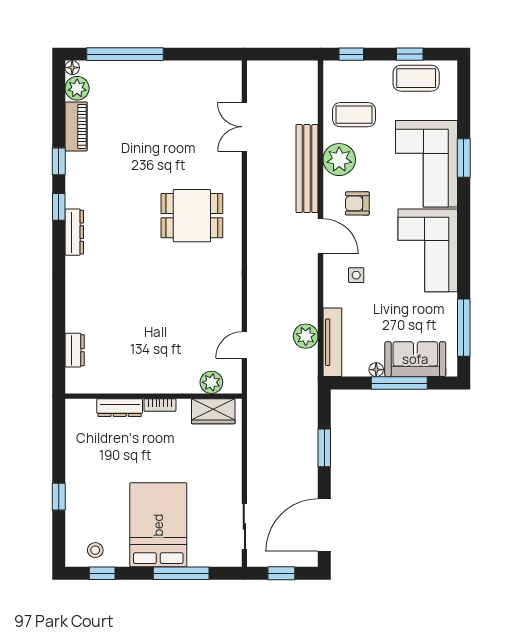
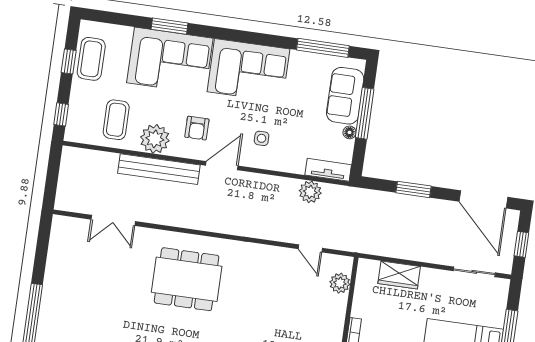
dining table: (192, 216) -> (187, 279), width x1.37
tv unit: (332, 342) -> (328, 170), width x0.71
wardrobe: (213, 411) -> (399, 275), moved, turned 90

